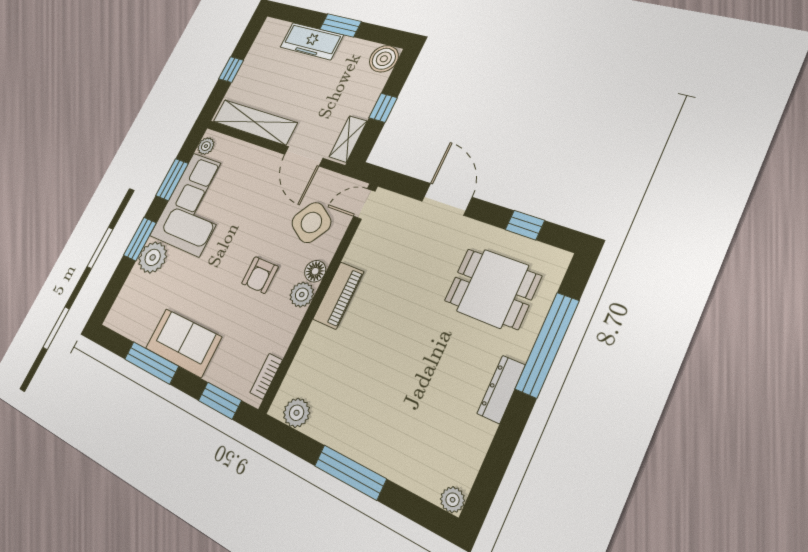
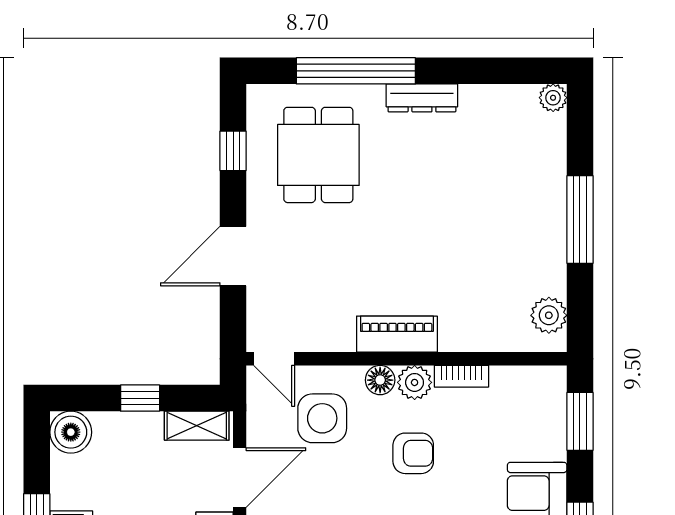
side table: (311, 223) -> (322, 418), turned -32
bookcase: (266, 376) -> (461, 376), moved

